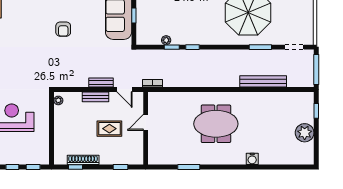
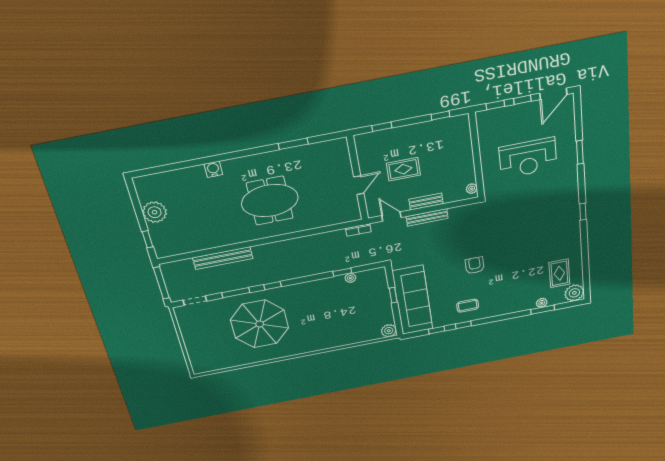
window: (193, 47) -> (273, 286), moved
bench: (101, 82) -> (427, 217), width x1.36
shoe rack: (83, 160) -> (432, 126), removed

